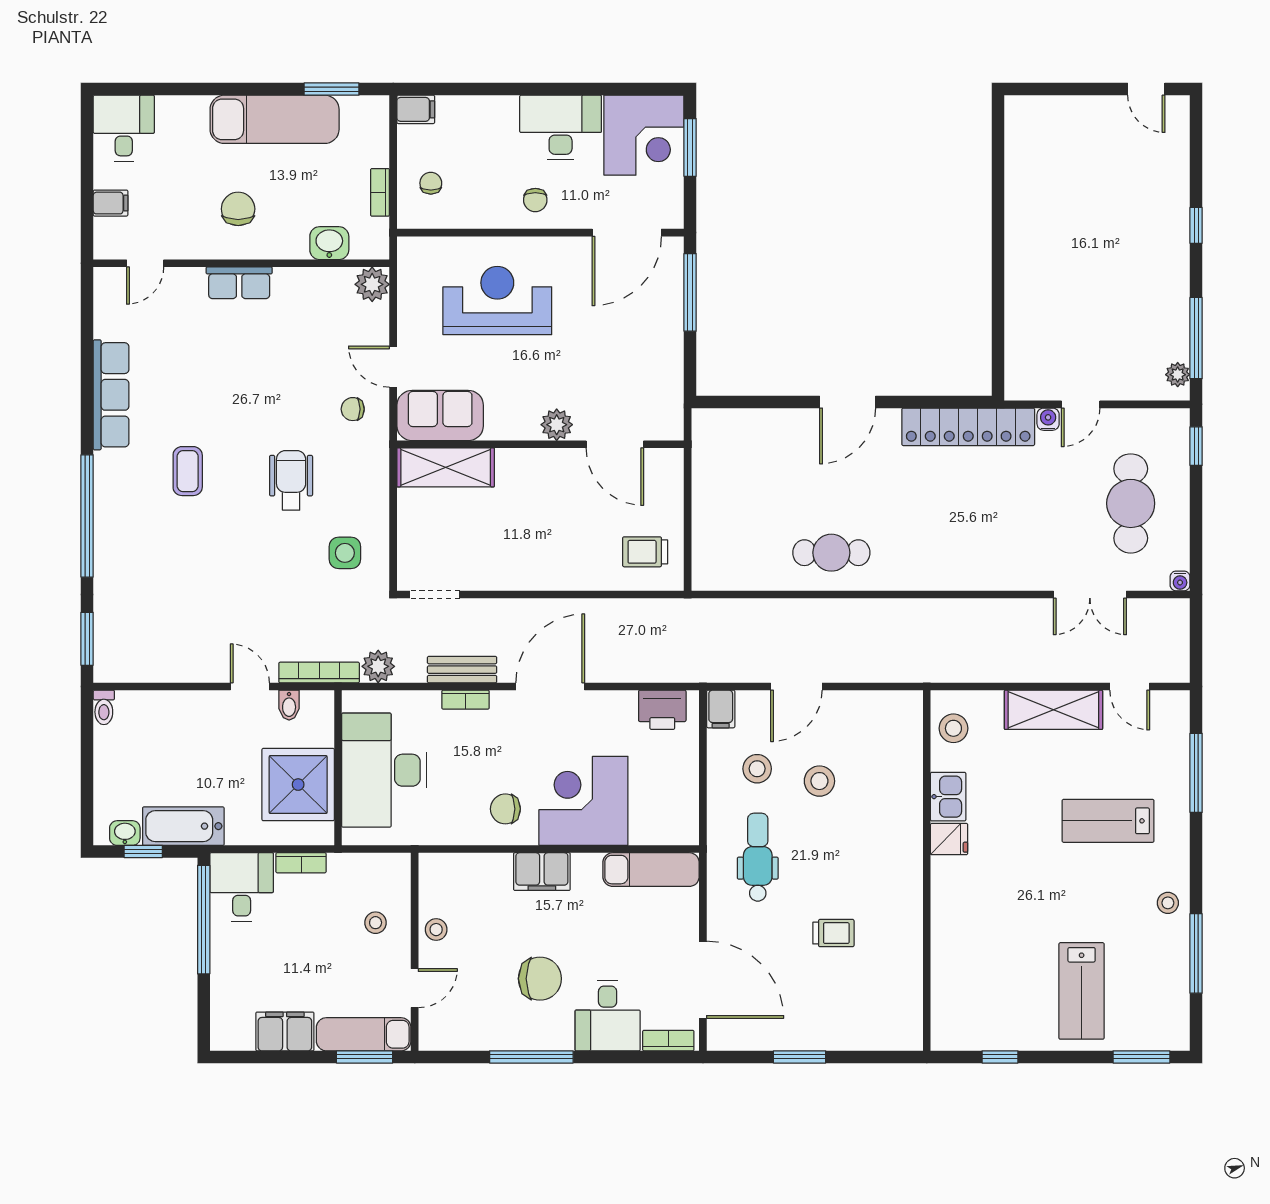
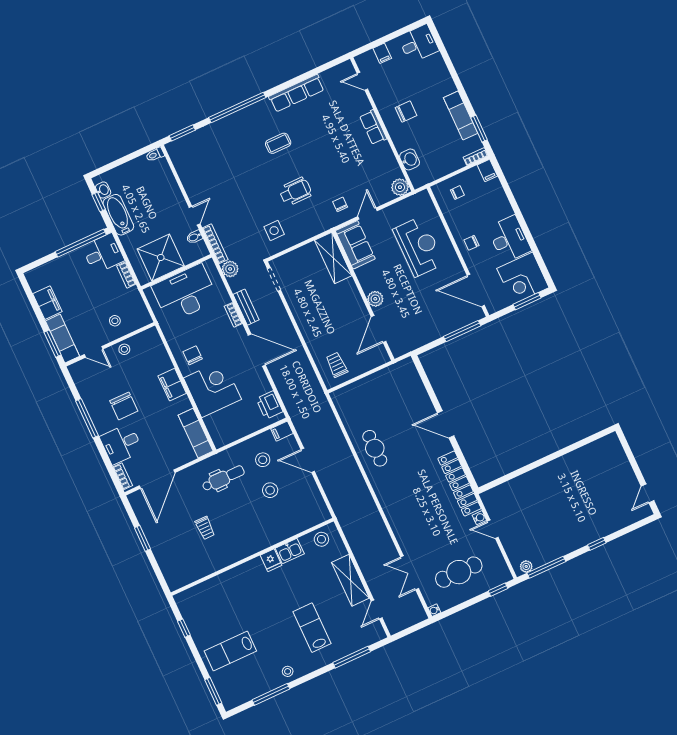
exam couch: (275, 119) -> (461, 116), width x0.73, depth x0.69
bookcase: (380, 192) -> (476, 156), moved

